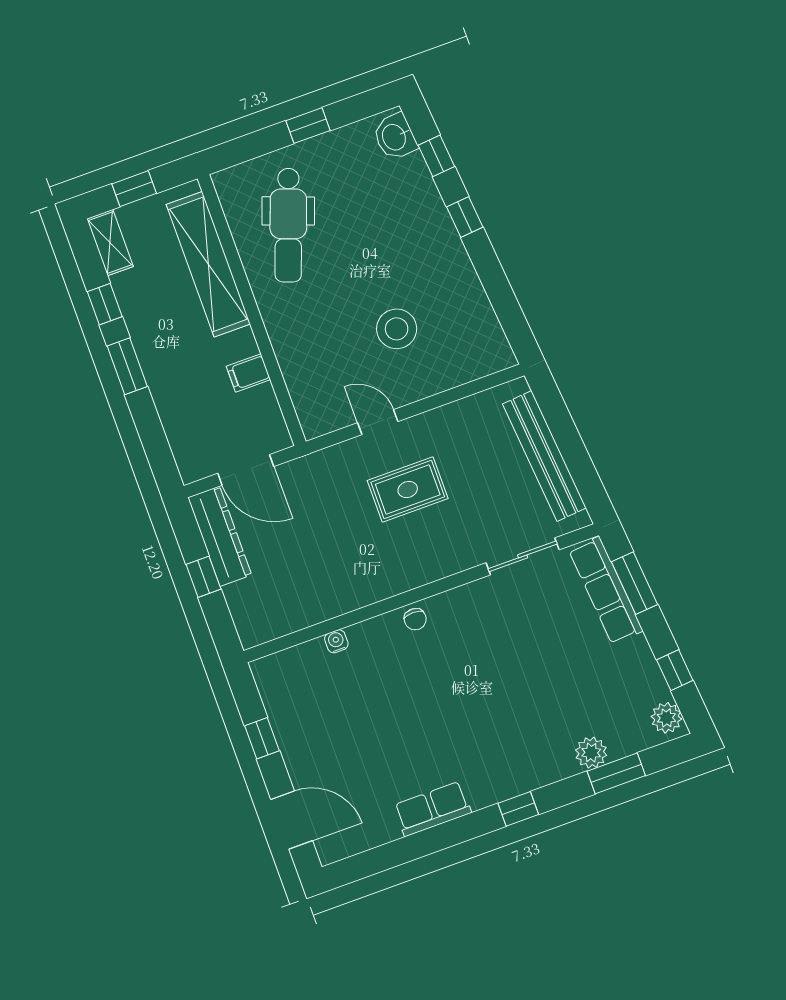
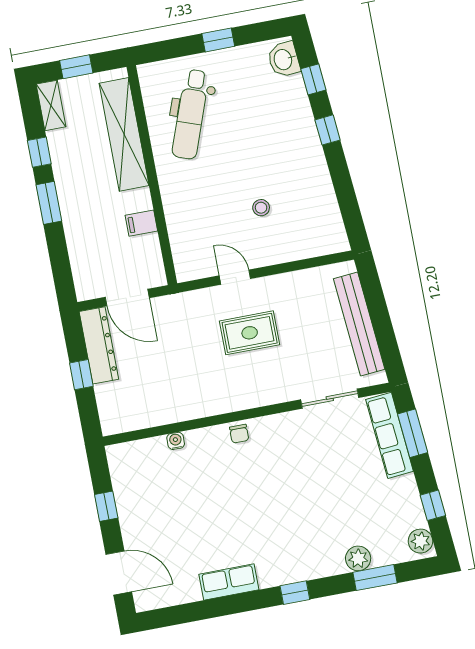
stool: (397, 329) -> (261, 208), width x0.53, depth x0.53

